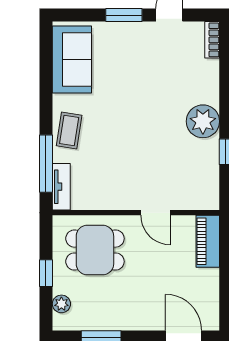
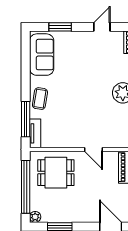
window: (124, 15) -> (60, 27), moved
window: (46, 273) -> (26, 187), width x3.17
plant: (61, 304) -> (35, 217), moved

